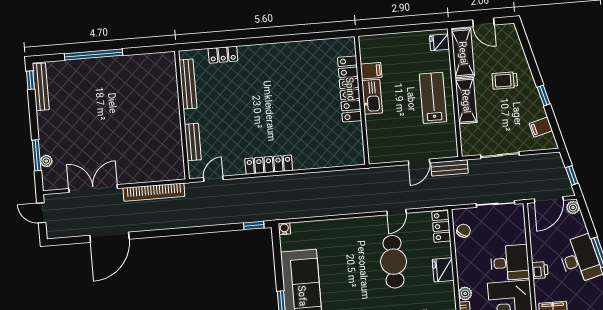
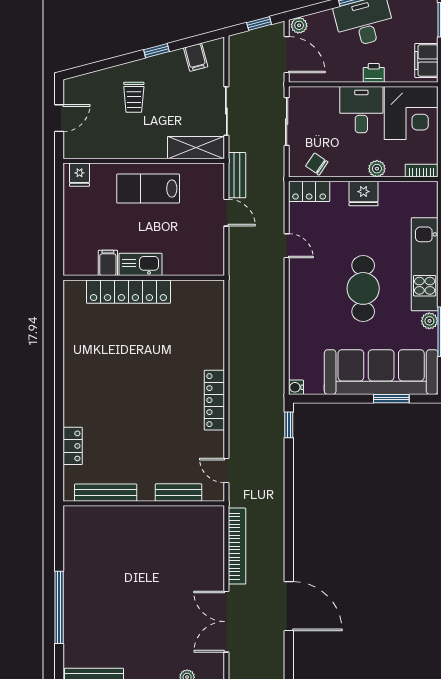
shelving: (463, 53) -> (95, 147), removed
shelving: (466, 101) -> (196, 148), moved
cafe table: (394, 262) -> (363, 288), moved, turned 90
plant: (465, 293) -> (377, 169), moved

